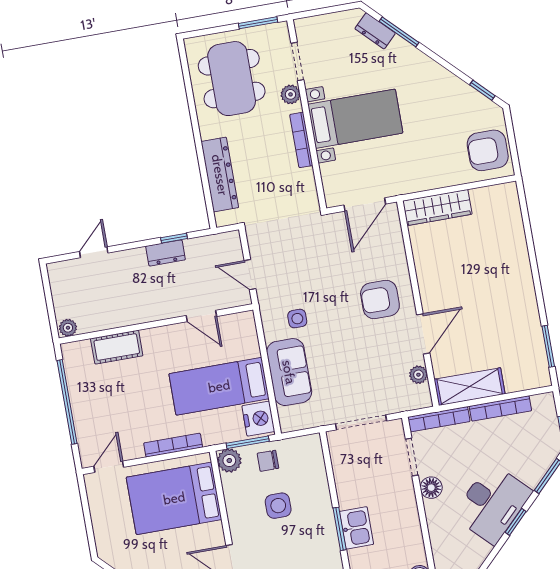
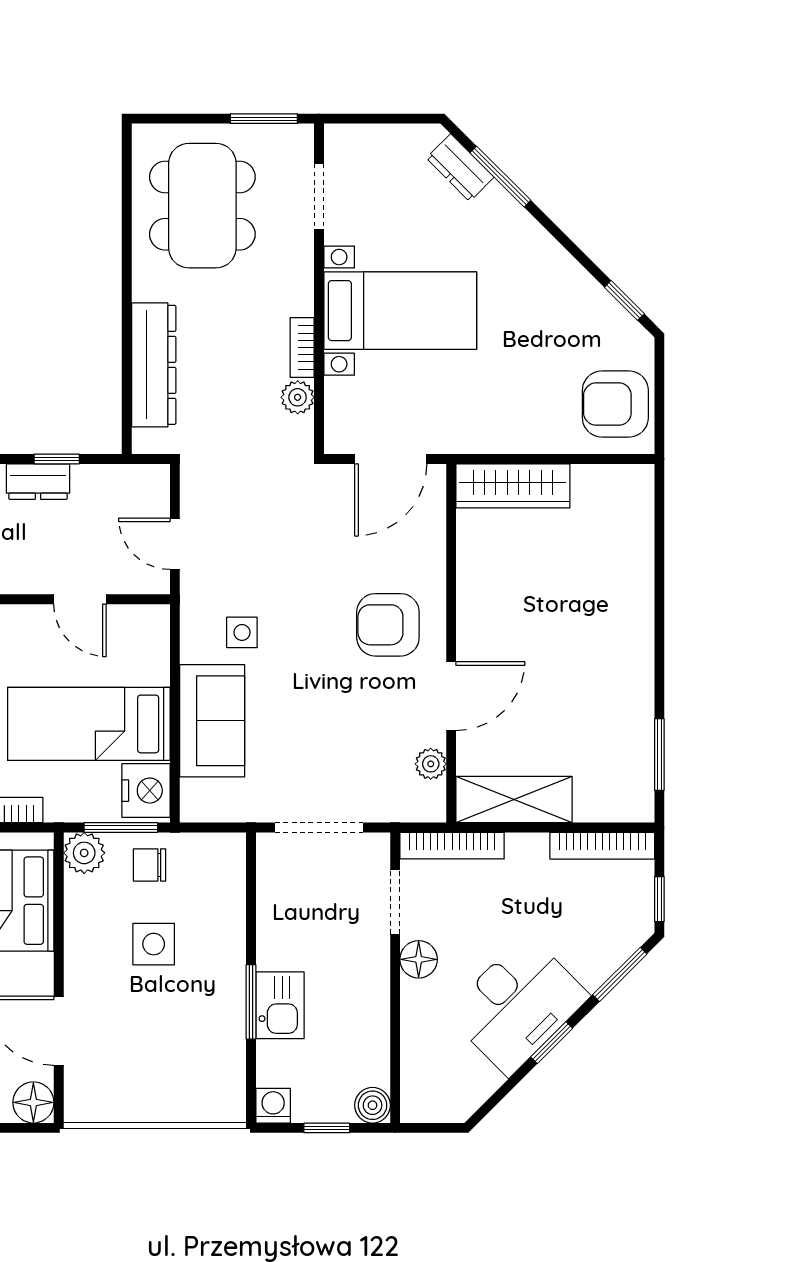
plant: (291, 94) -> (298, 397), moved
bookcase: (301, 140) -> (302, 347), width x0.64
bookcase: (500, 408) -> (602, 846), moved

